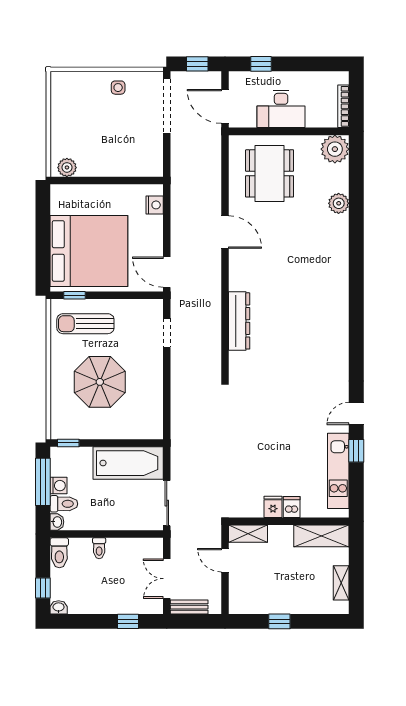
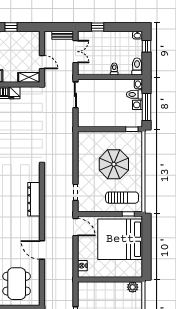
bathtub: (128, 463) -> (98, 118), removed

